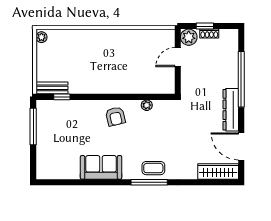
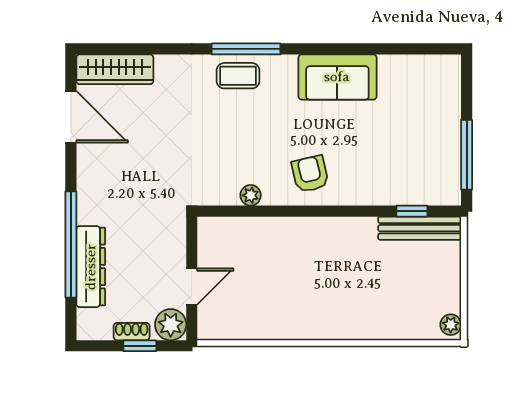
bench: (52, 88) -> (420, 228), width x1.36
dresser: (231, 110) -> (91, 267), moved

